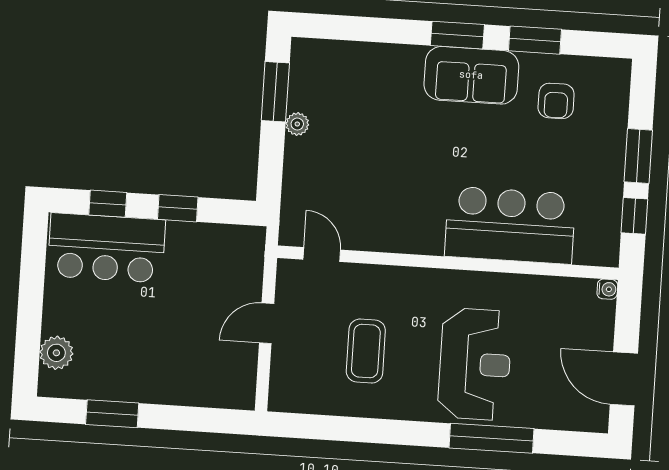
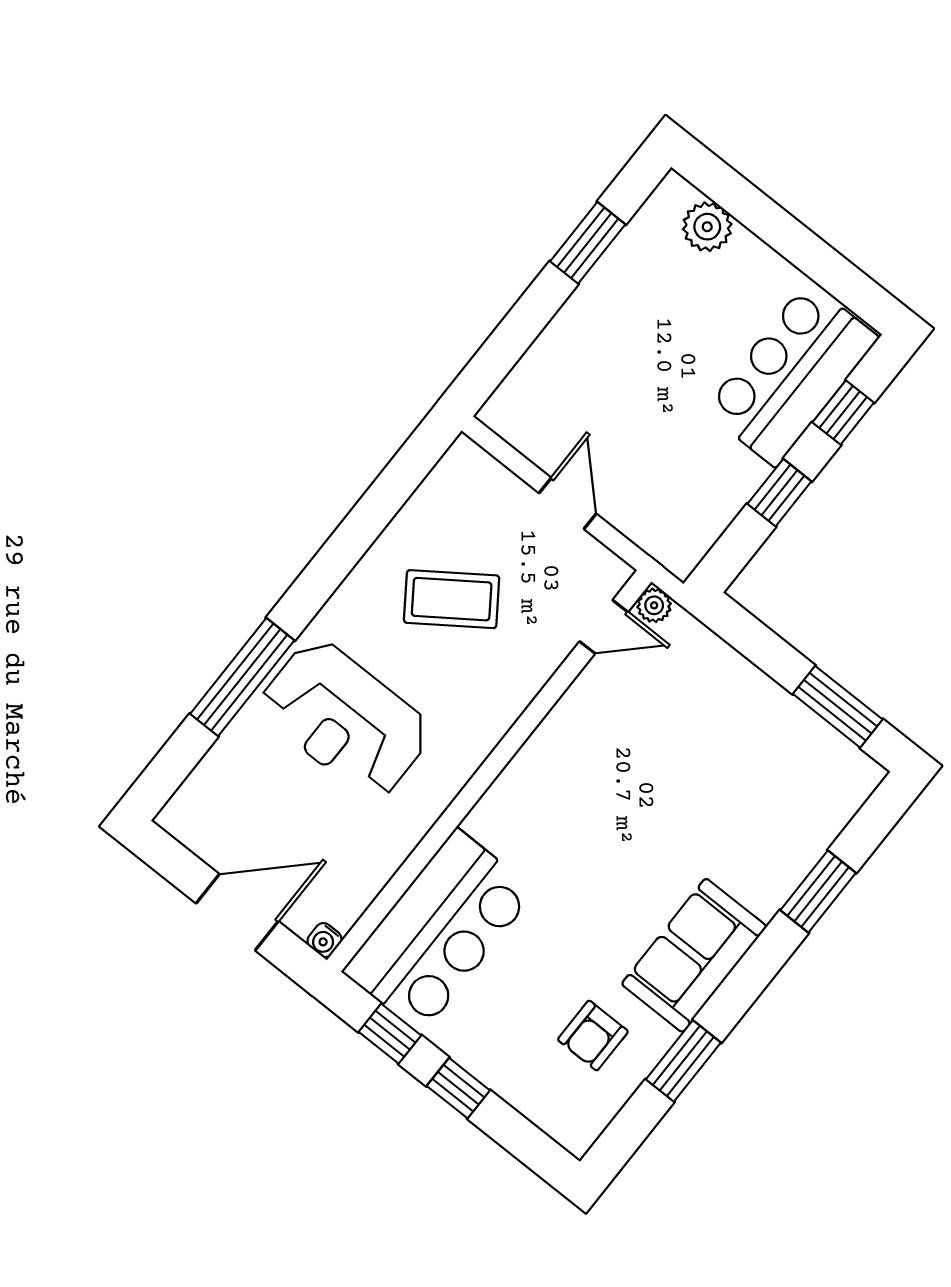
window: (457, 35) -> (818, 891), moved
armchair: (556, 101) -> (593, 1036), turned -90
plant: (297, 124) -> (654, 605), moved
window: (638, 156) -> (458, 1088), width x0.67
bar counter: (510, 225) -> (439, 931), moved
coffee table: (366, 351) -> (452, 599), turned -35
door: (624, 379) -> (237, 912), moved

